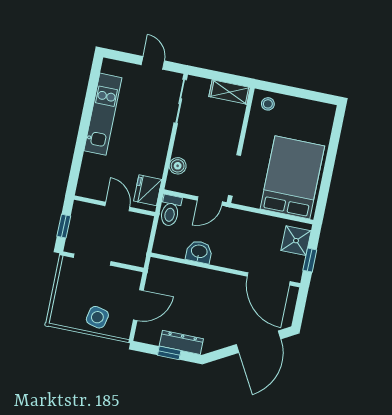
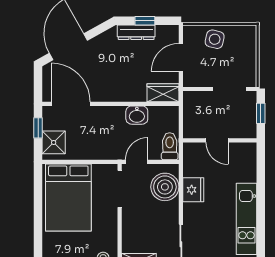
boiler: (178, 166) -> (165, 187), width x1.86, depth x1.86
fridge: (148, 190) -> (193, 190), moved
wardrobe: (166, 270) -> (163, 93), added

